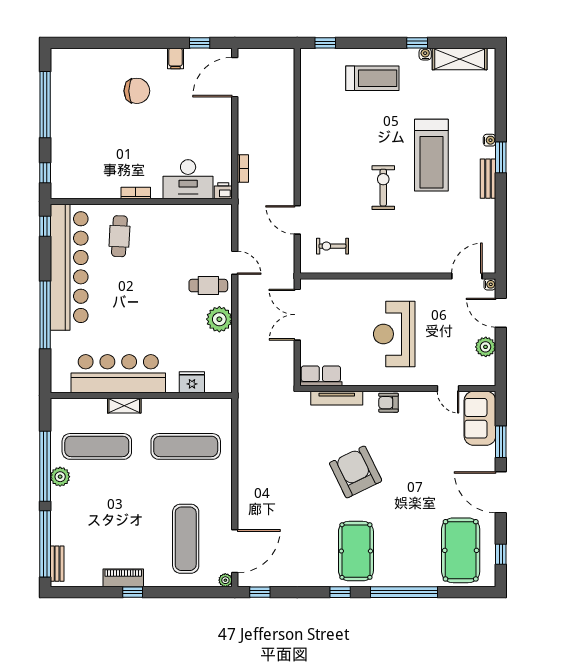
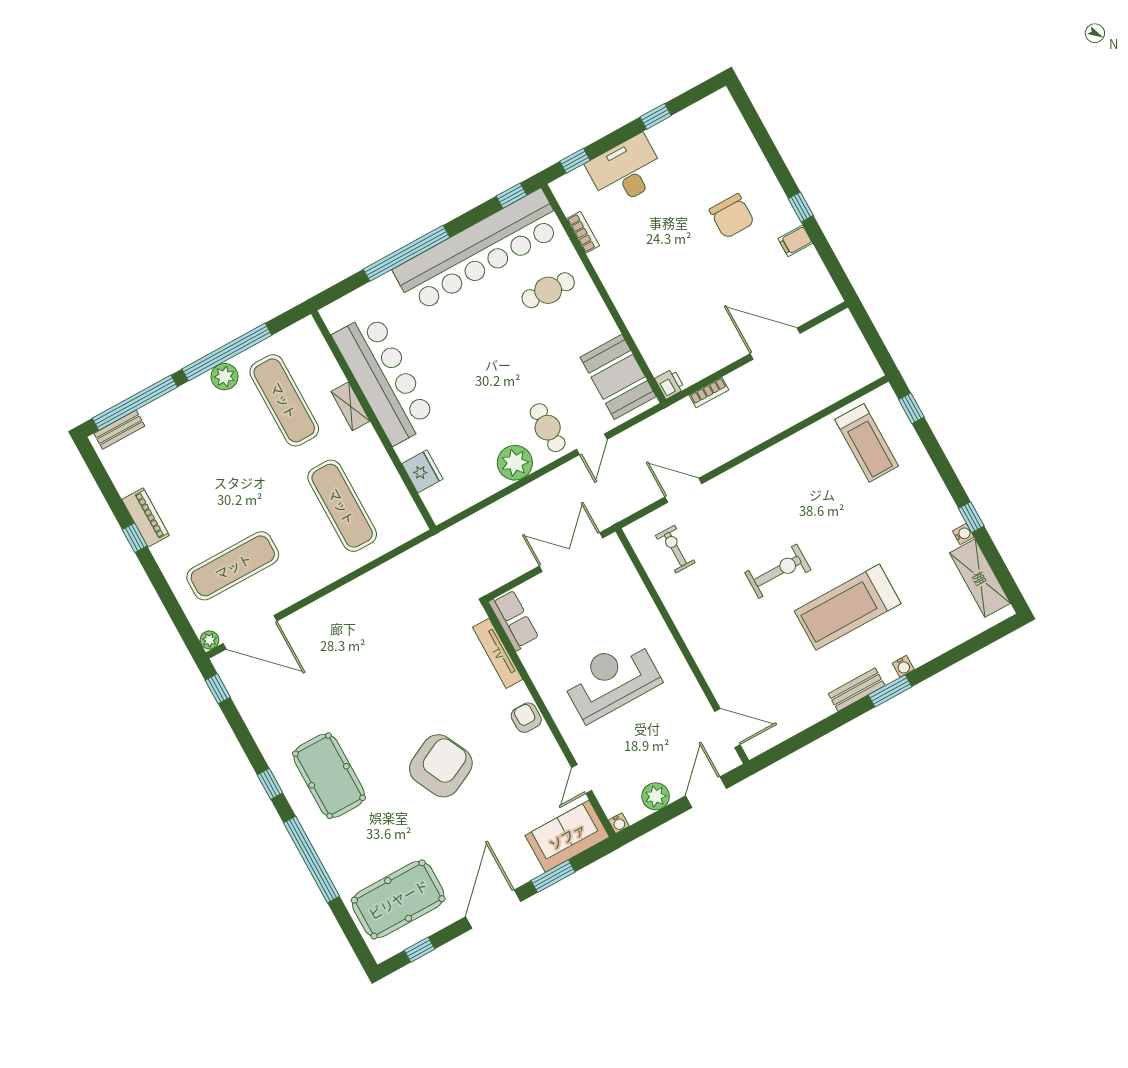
window: (200, 43) -> (801, 207), moved
door: (235, 77) -> (775, 344), moved
treadmill: (372, 78) -> (867, 443), moved
window: (45, 105) -> (656, 116), width x0.32
desk: (188, 179) -> (626, 171), moved, turned 90
bookcase: (136, 193) -> (583, 232), moved
door: (297, 220) -> (683, 490), hinge flipped
booth: (200, 222) -> (618, 377), added
water cooler: (490, 284) -> (619, 823), moved
armchair: (356, 472) -> (441, 766), moved
pool table: (356, 551) -> (329, 776), turned 90

